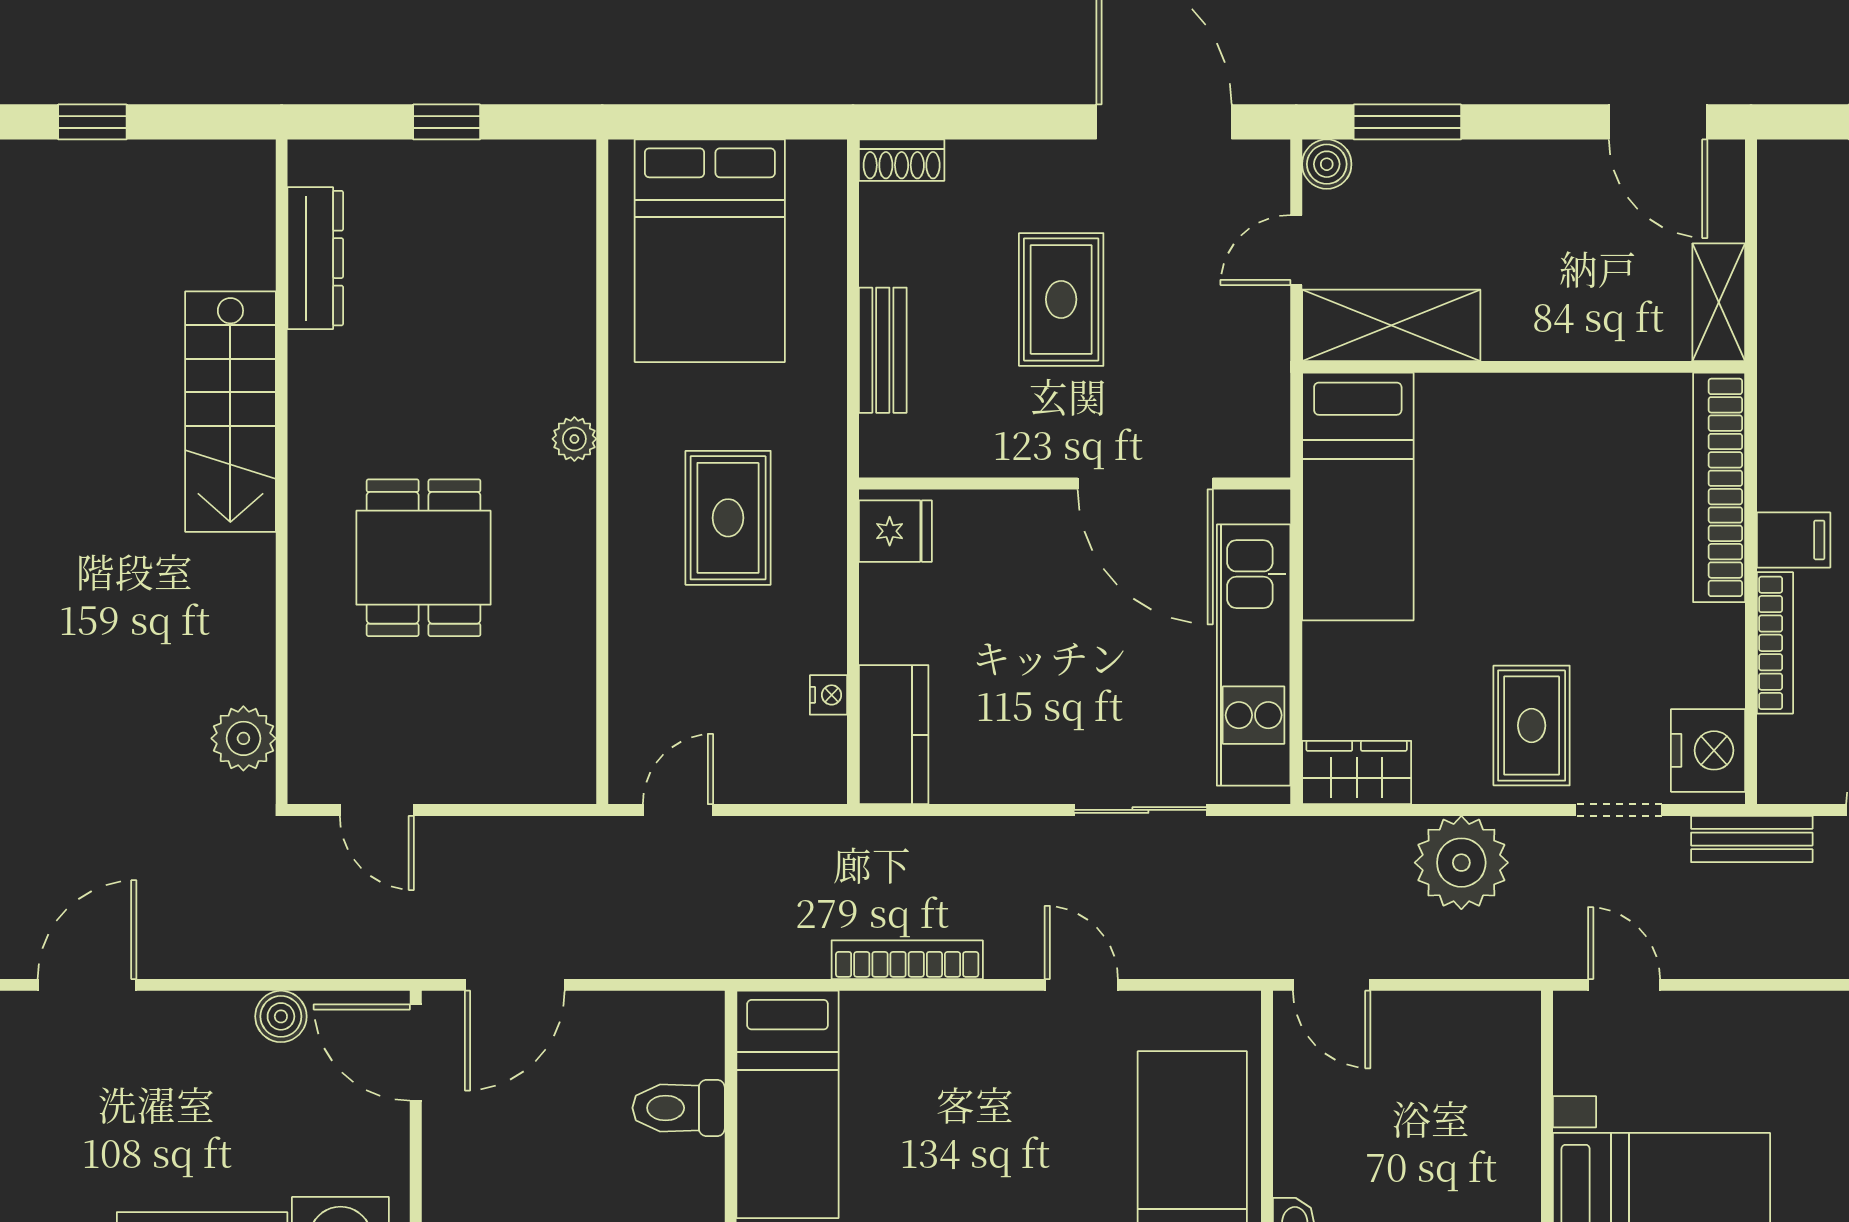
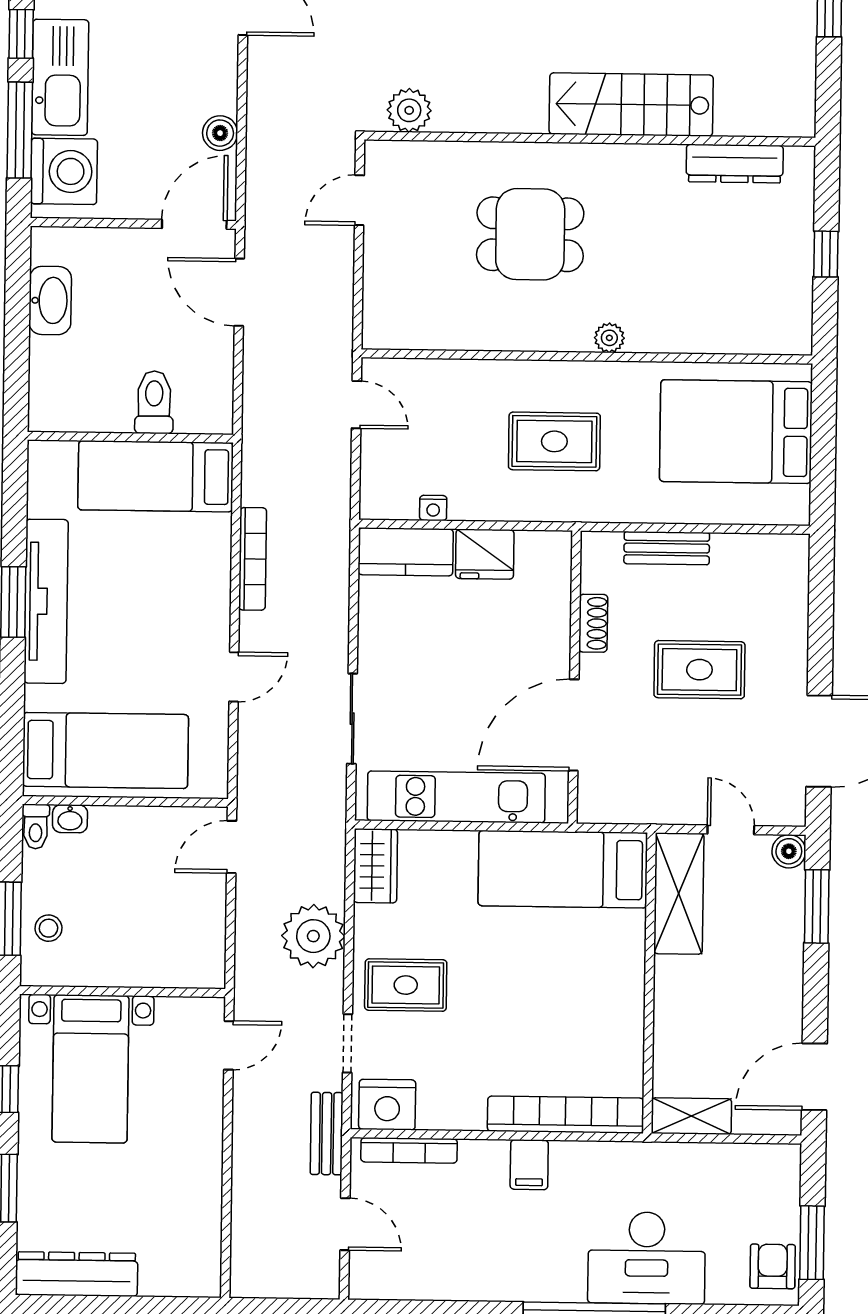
shoe rack: (902, 160) -> (593, 623), moved, turned 180
fridge: (895, 531) -> (485, 554), moved, width x1.38
bookcase: (1775, 643) -> (409, 1150), moved

